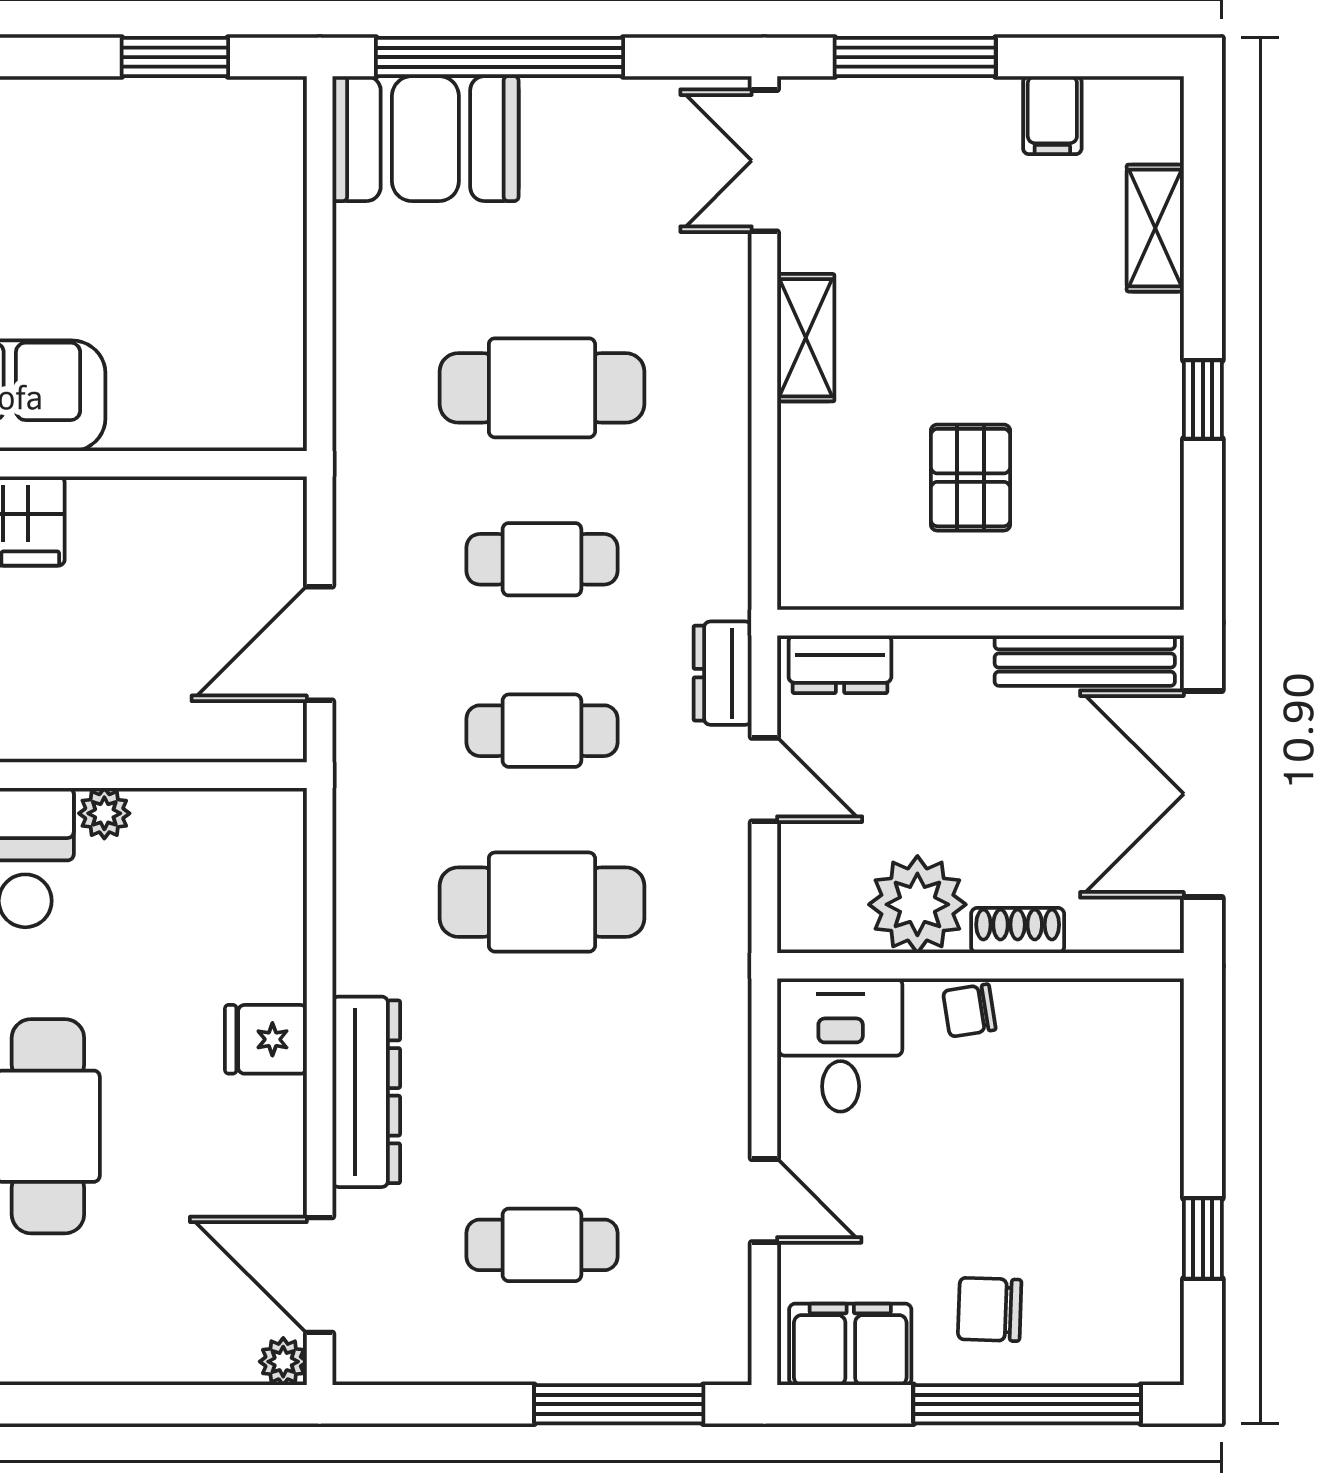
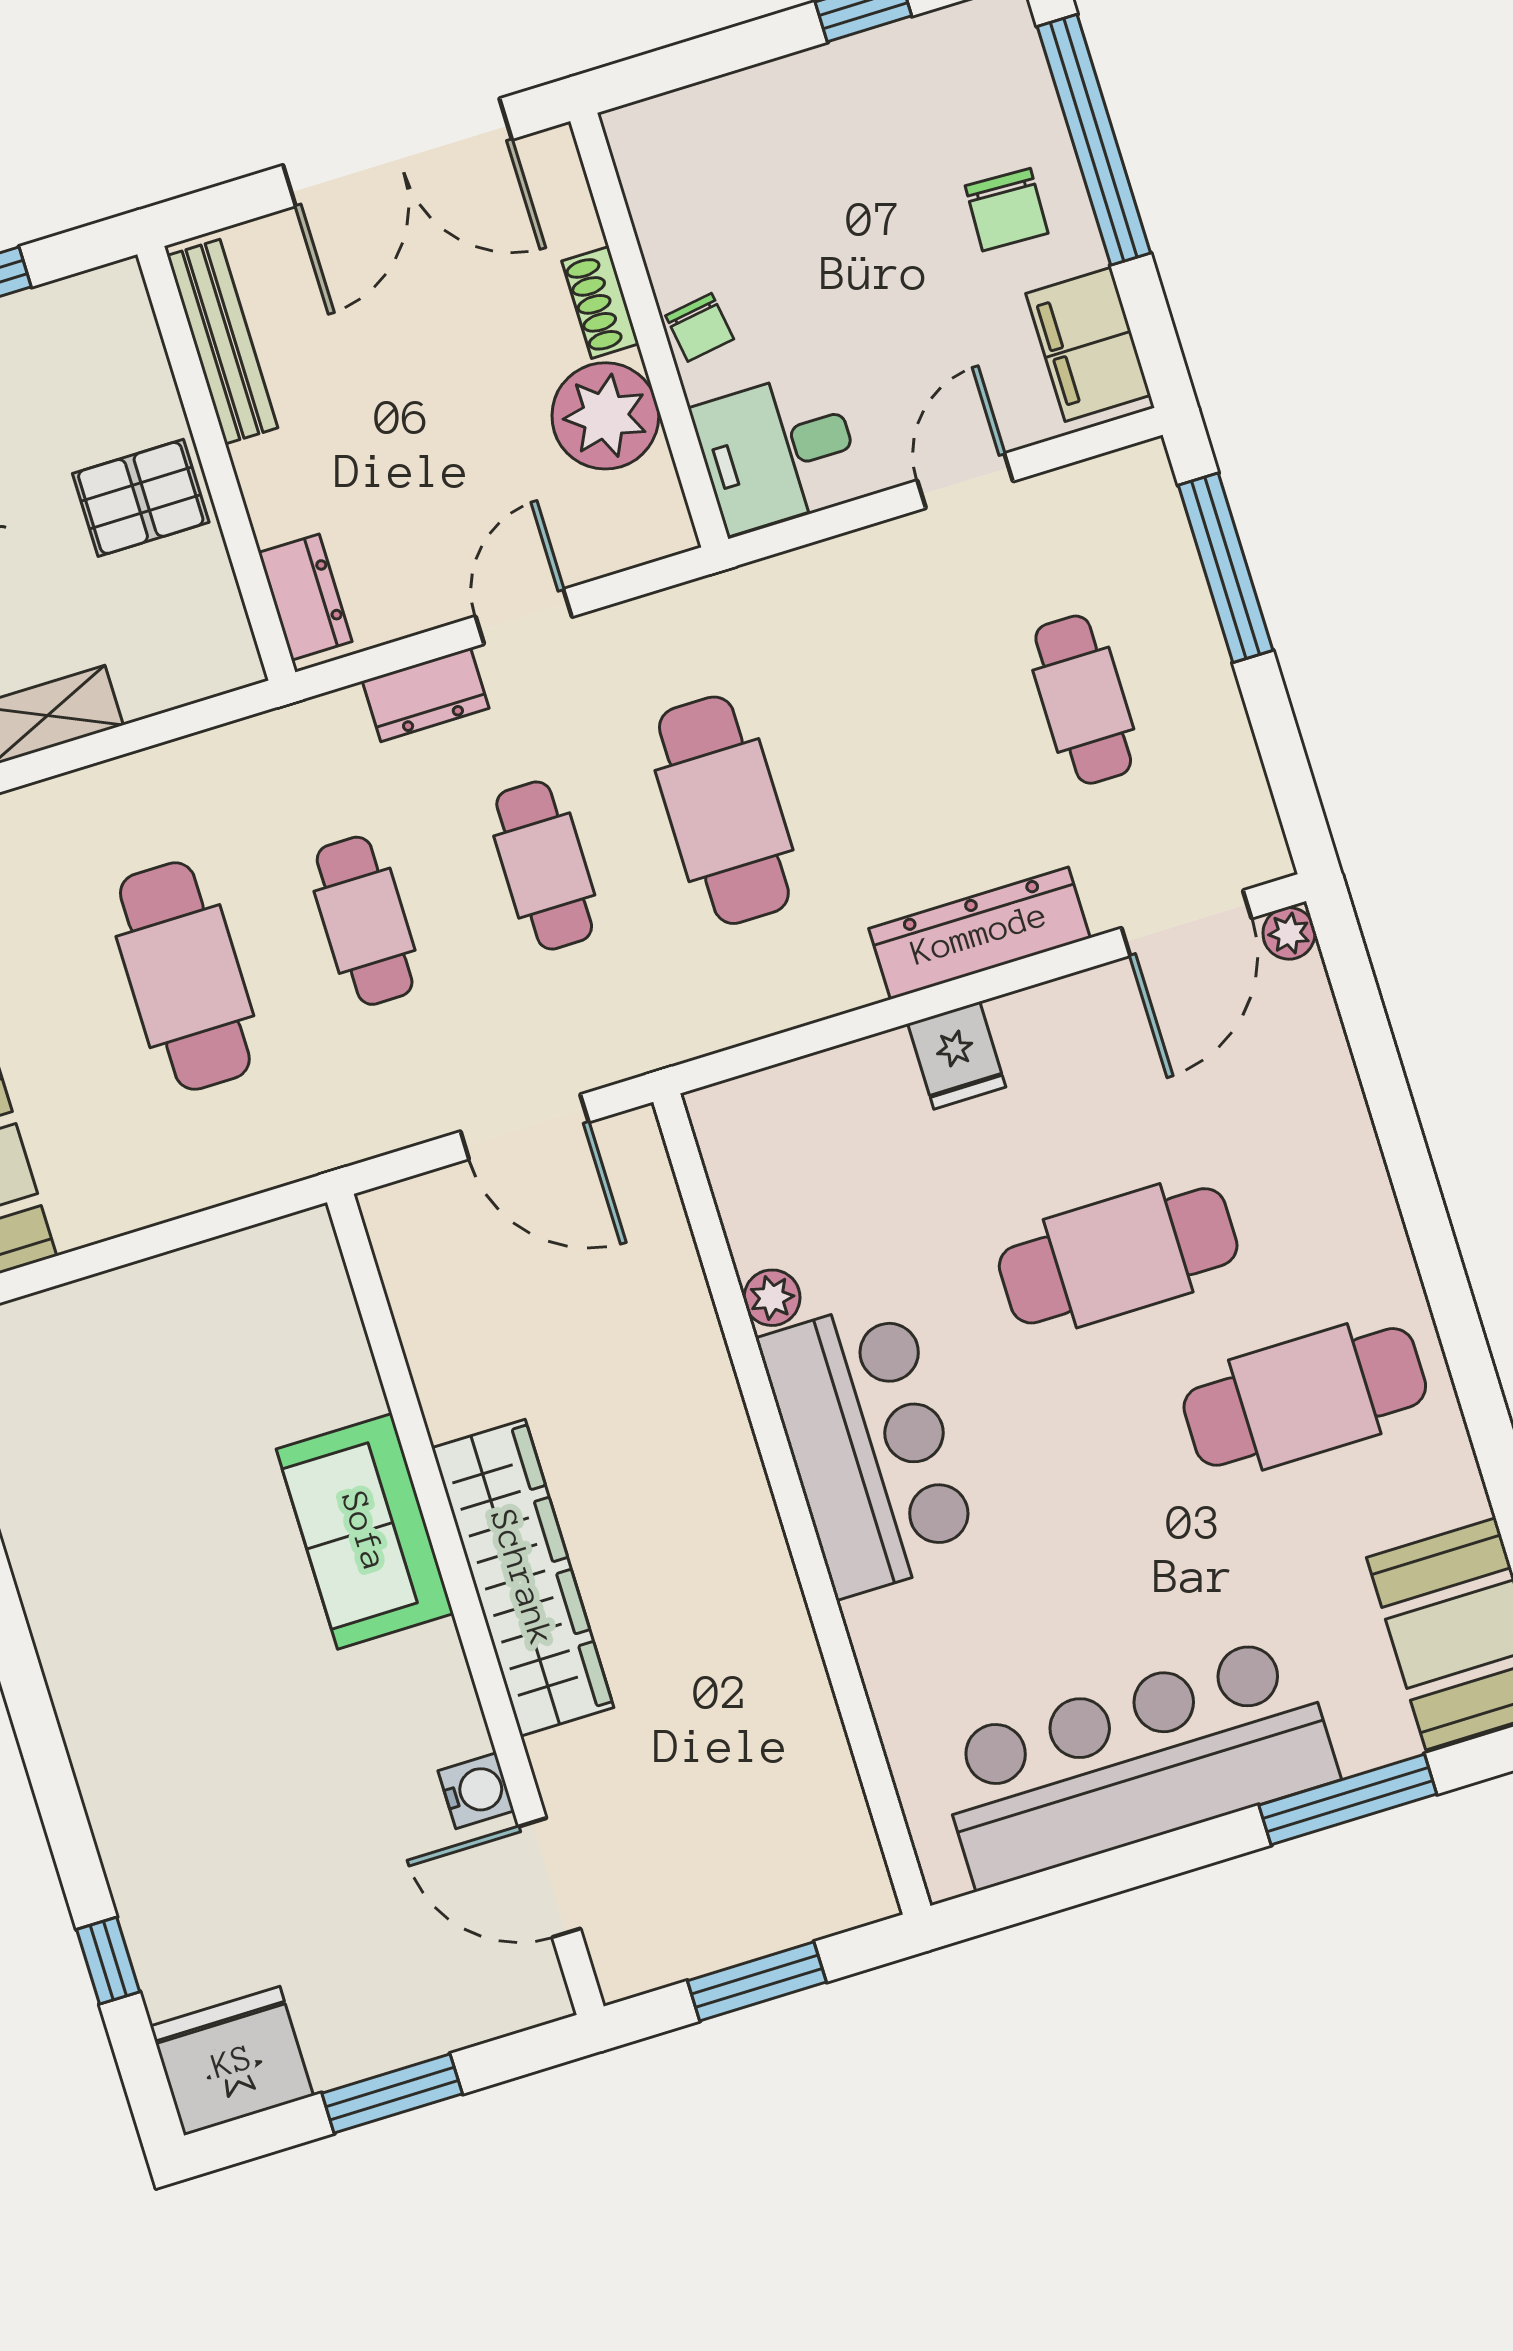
wall: (980, 623) -> (216, 463), moved
bench: (1085, 661) -> (222, 342), moved
dresser: (840, 664) -> (305, 597), moved

